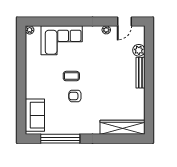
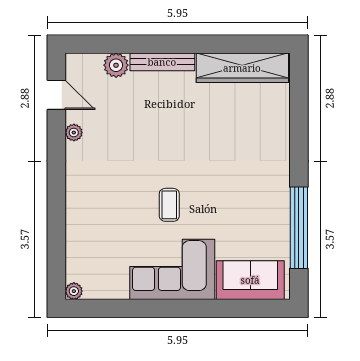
corner sofa: (62, 40) -> (172, 269), moved, turned -90
armchair: (75, 96) -> (211, 197), removed
wardrobe: (122, 127) -> (242, 68), moved, turned -90

